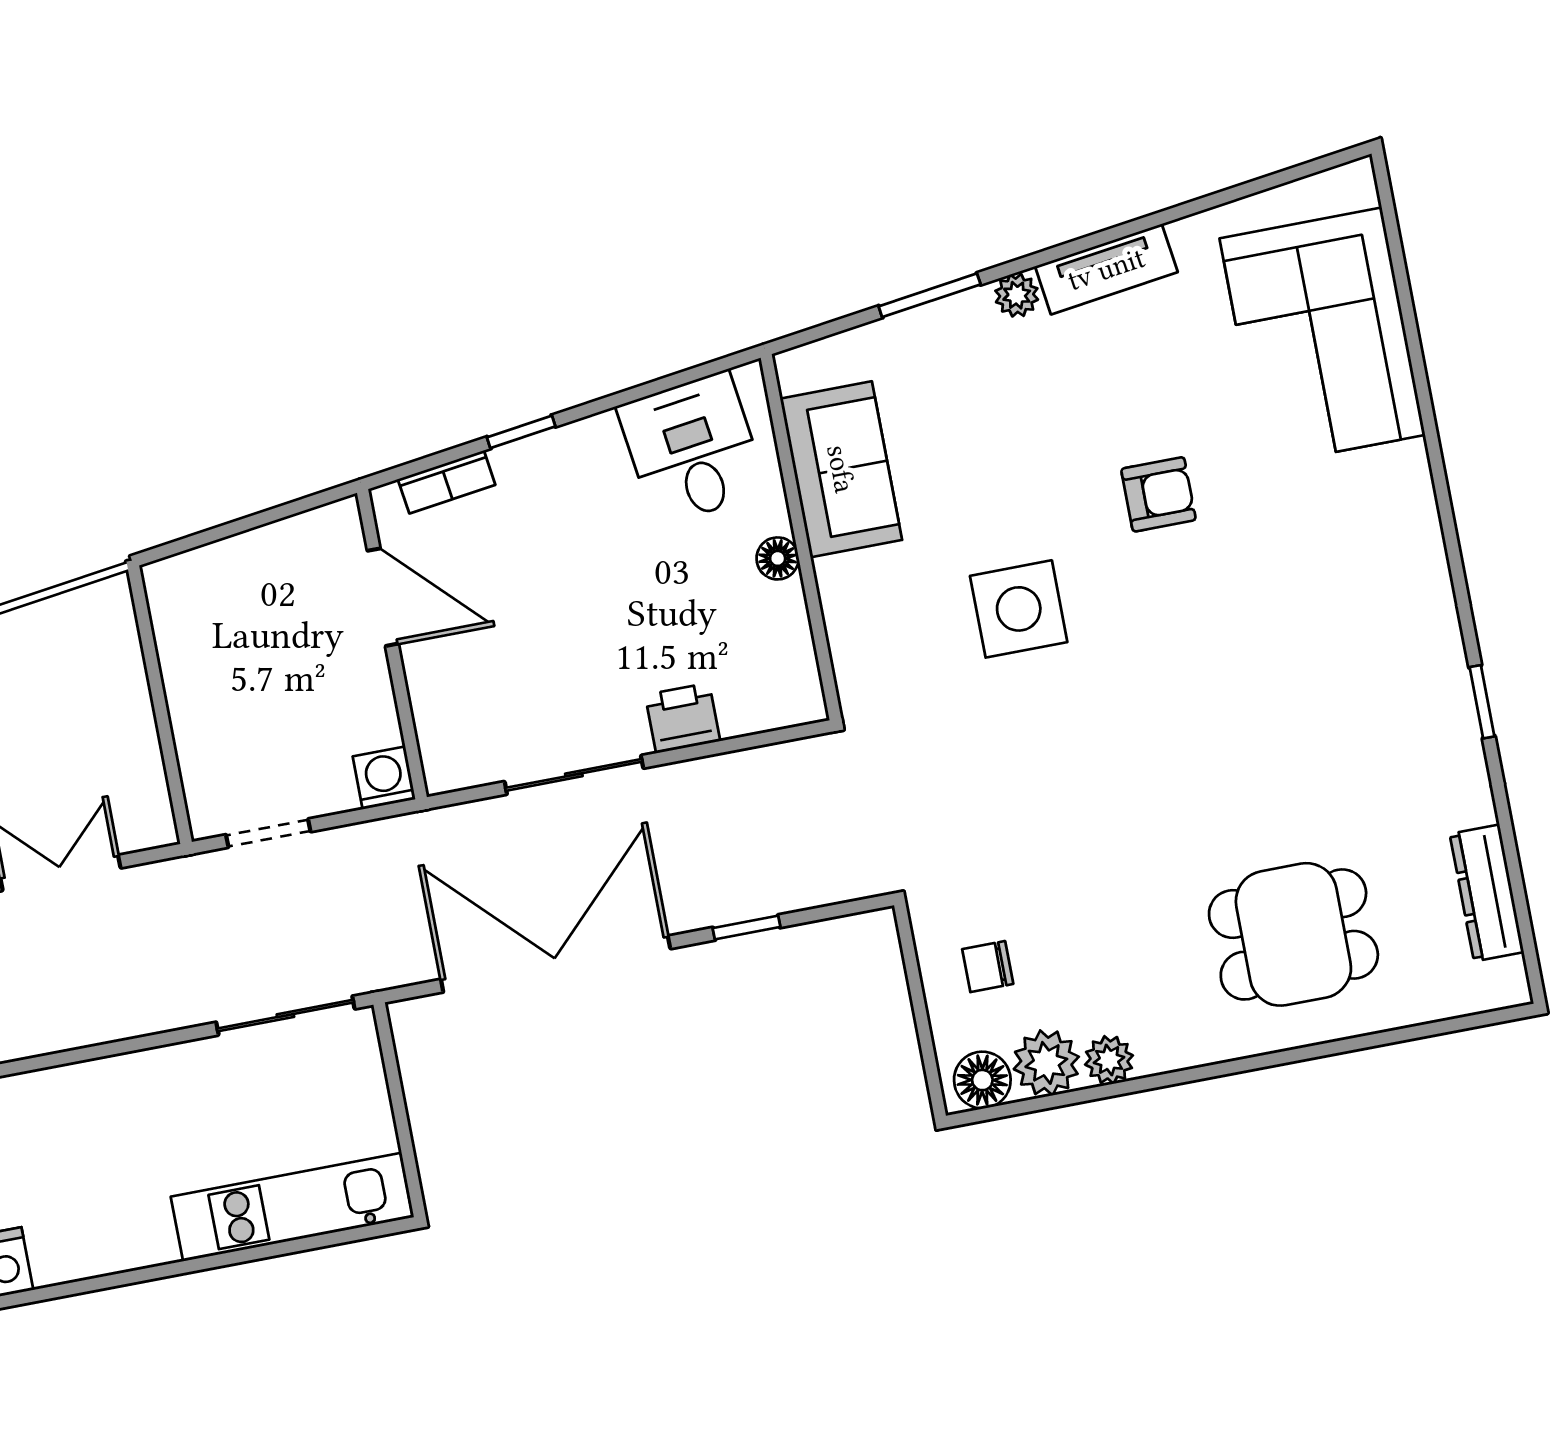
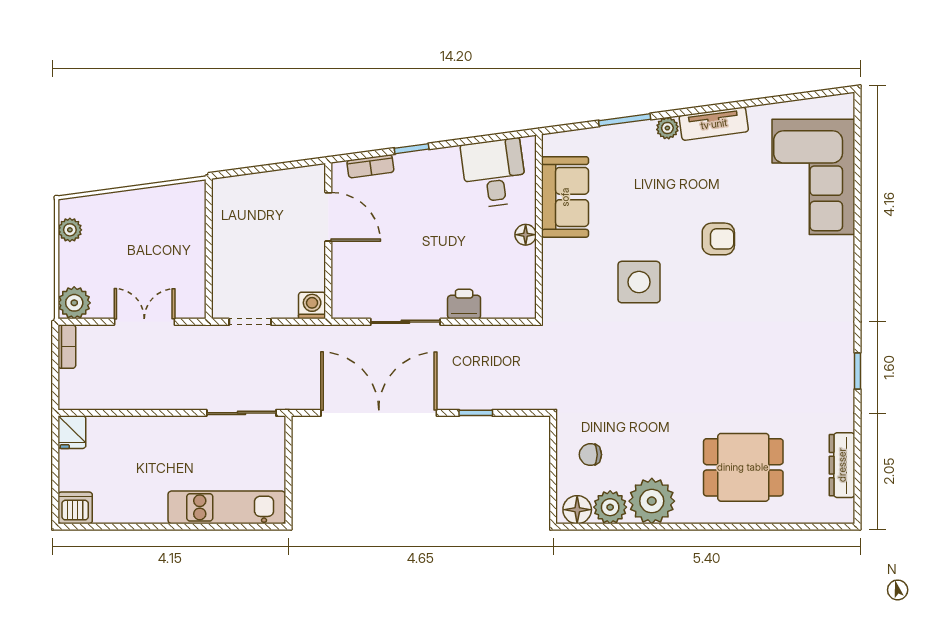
plant: (1109, 1060) -> (652, 501), width x1.88, depth x1.88

